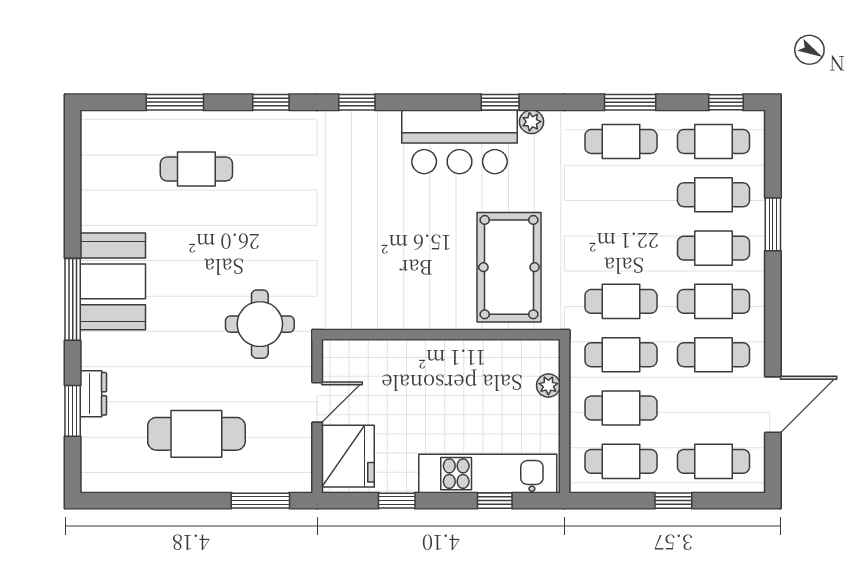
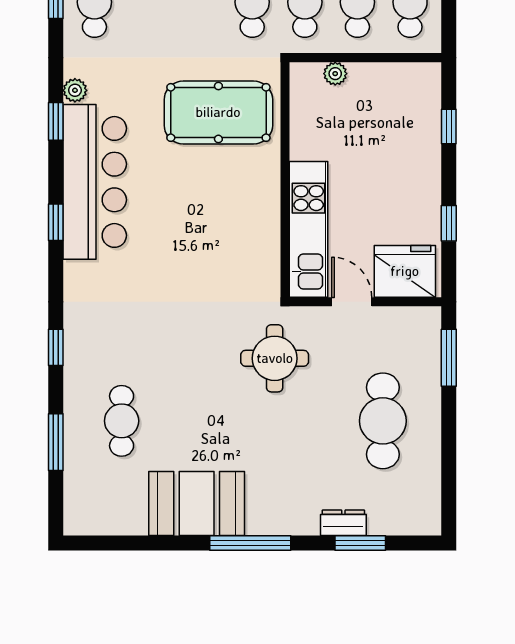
window: (357, 102) -> (56, 222), moved
bar counter: (459, 142) -> (95, 182), width x1.36
booth: (113, 281) -> (197, 503), moved
kitchen unit: (488, 474) -> (309, 229), moved, turned 180

